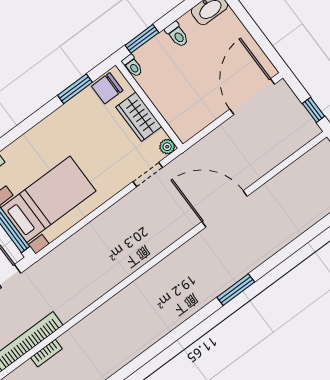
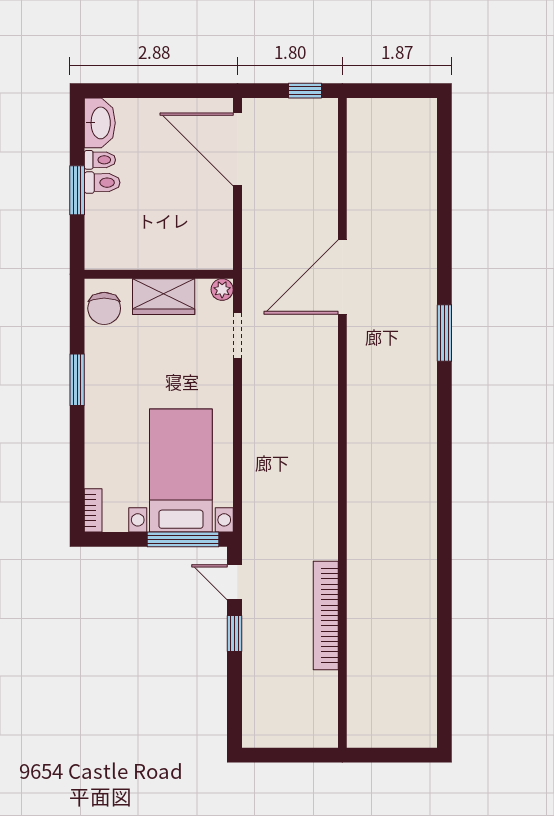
window: (142, 39) -> (77, 190), moved
toilet: (132, 66) -> (100, 160), moved
window: (75, 89) -> (77, 380), moved
bookcase: (46, 353) -> (356, 604), removed

